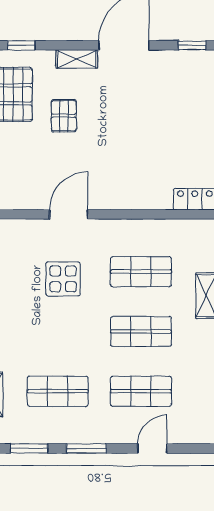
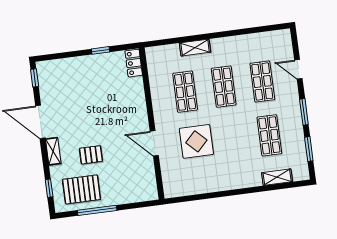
display table: (63, 279) -> (196, 141), width x1.36, depth x1.36

